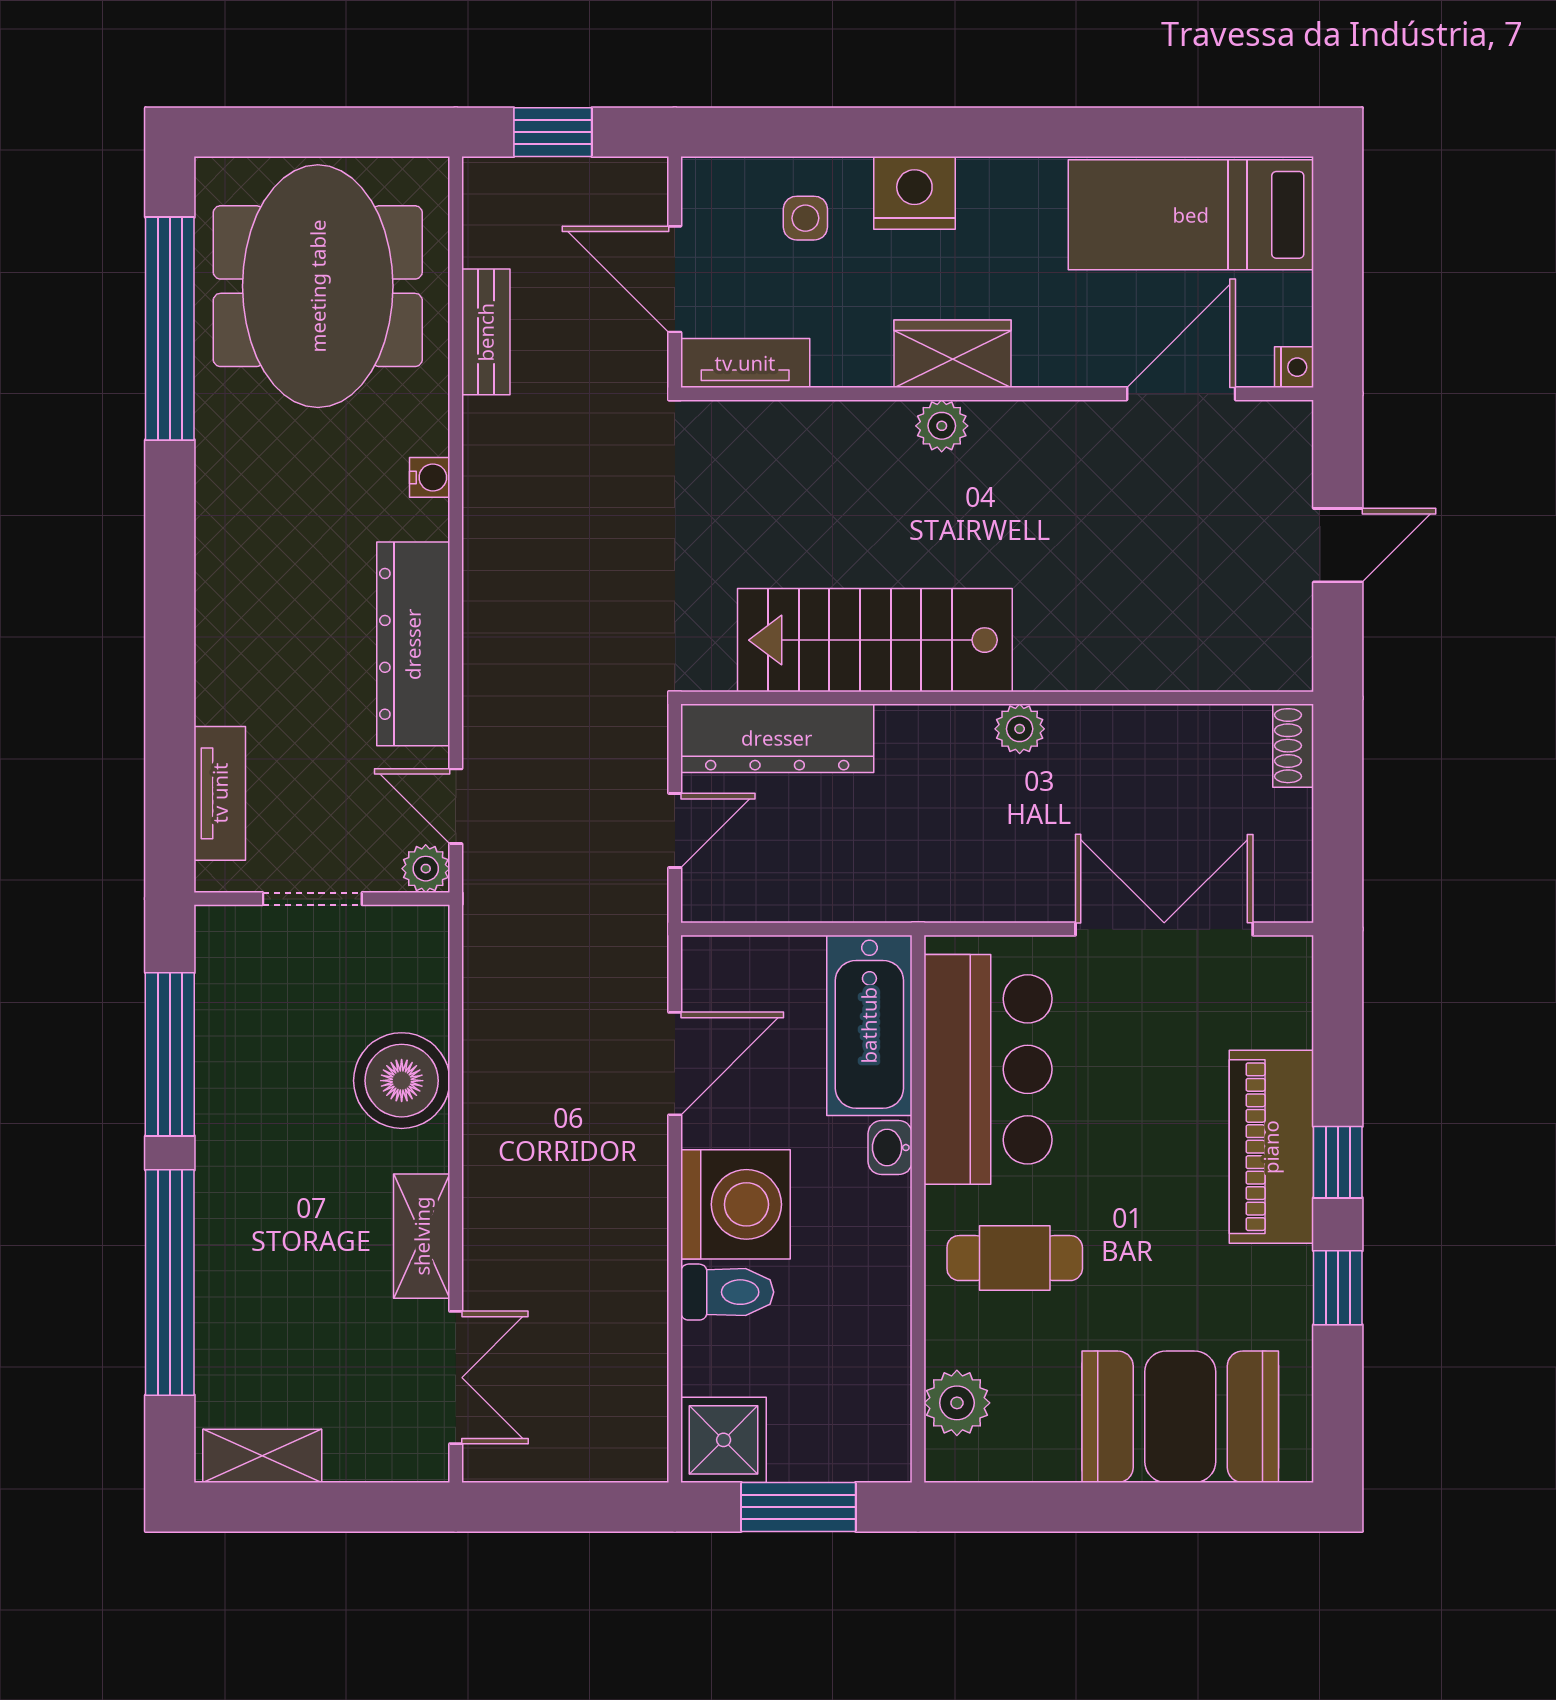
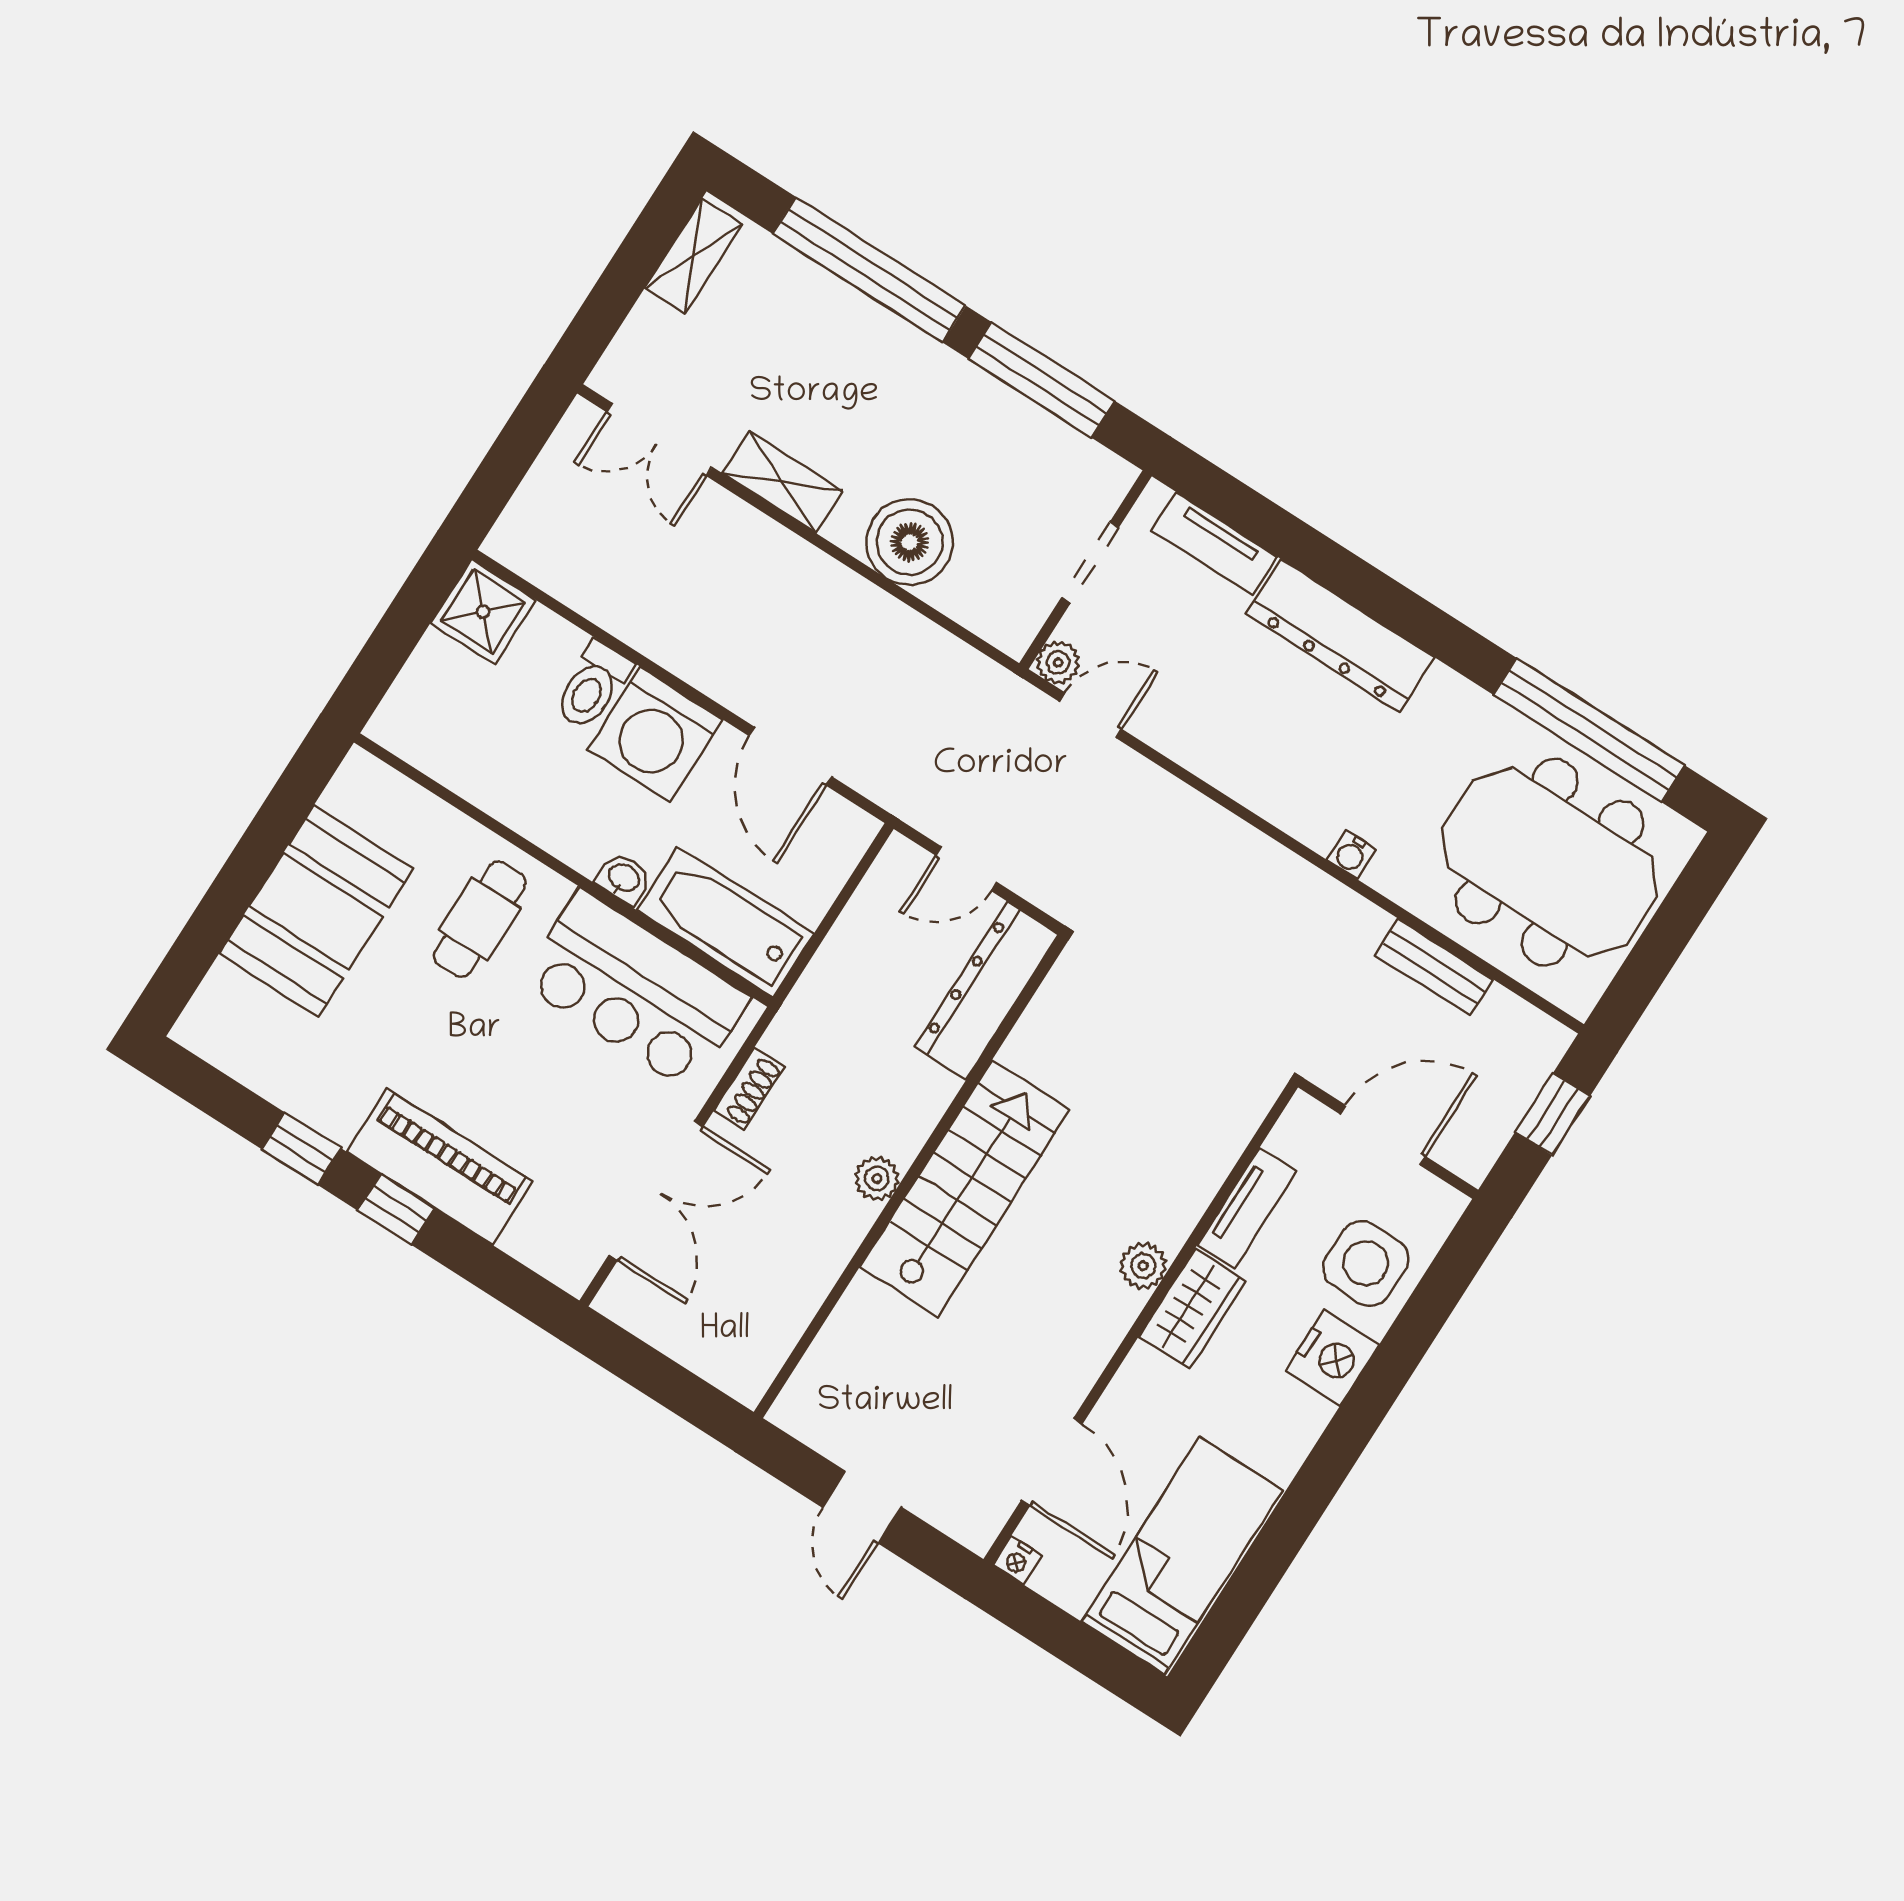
side table: (805, 218) -> (1366, 1263), width x1.87, depth x1.87
tv unit: (745, 363) -> (1247, 1208), moved
stairs: (875, 640) -> (965, 1188), moved
dresser: (413, 644) -> (1340, 636), moved, turned 180
shoe rack: (1293, 746) -> (749, 1089), moved, turned 90
door: (675, 831) -> (967, 869), hinge flipped
plant: (957, 1403) -> (398, 806), removed
booth: (1180, 1417) -> (316, 911), moved
window: (798, 1507) -> (396, 636), removed

